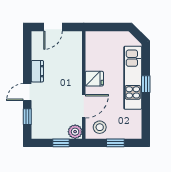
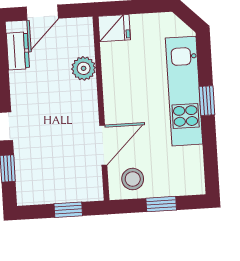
dresser: (37, 71) -> (18, 51), moved
fridge: (94, 79) -> (114, 28), moved
plant: (75, 132) -> (84, 68), moved

